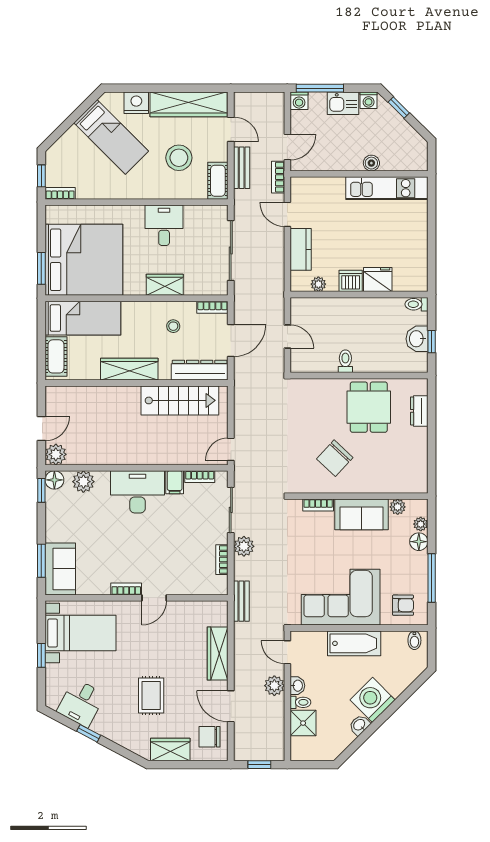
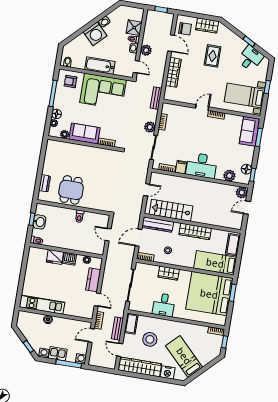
door: (231, 449) -> (147, 190), moved
chair: (335, 458) -> (94, 166), removed
floor lamp: (54, 480) -> (246, 169), moved

